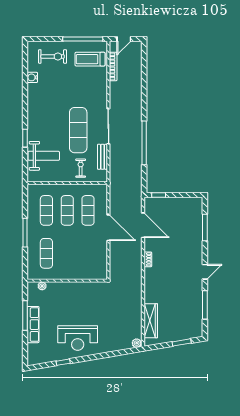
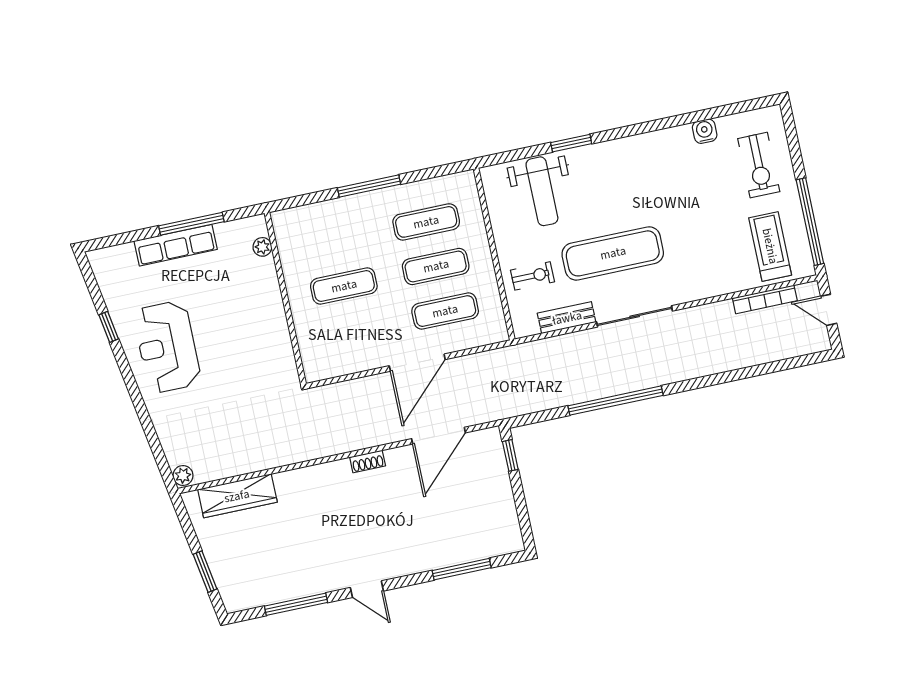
exercise mat: (46, 253) -> (344, 286), moved

